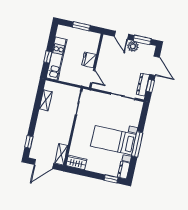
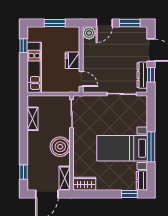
door: (121, 35) -> (104, 23), hinge flipped
plant: (133, 46) -> (89, 33), moved
window: (48, 57) -> (23, 46), moved
boiler: (63, 128) -> (60, 147), added

